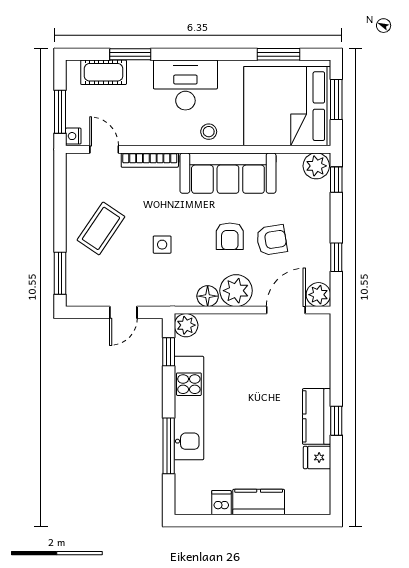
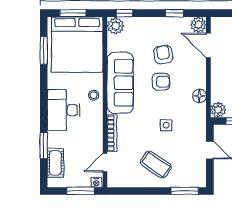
plant: (236, 291) -> (196, 78), removed

